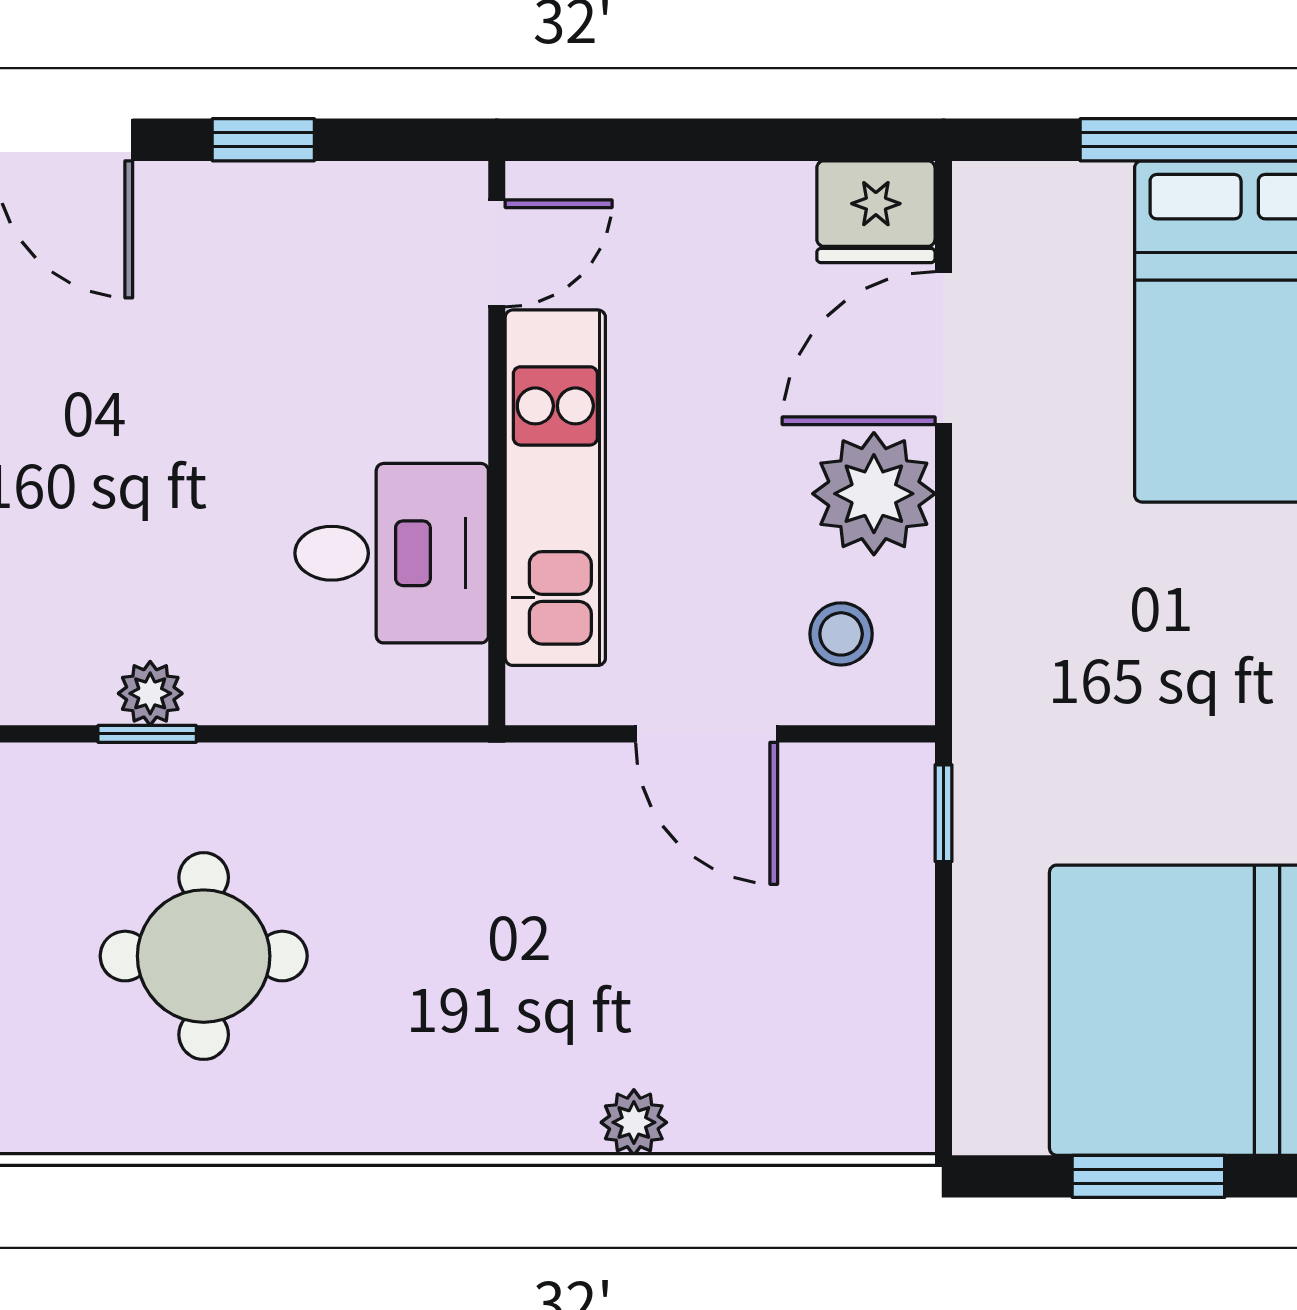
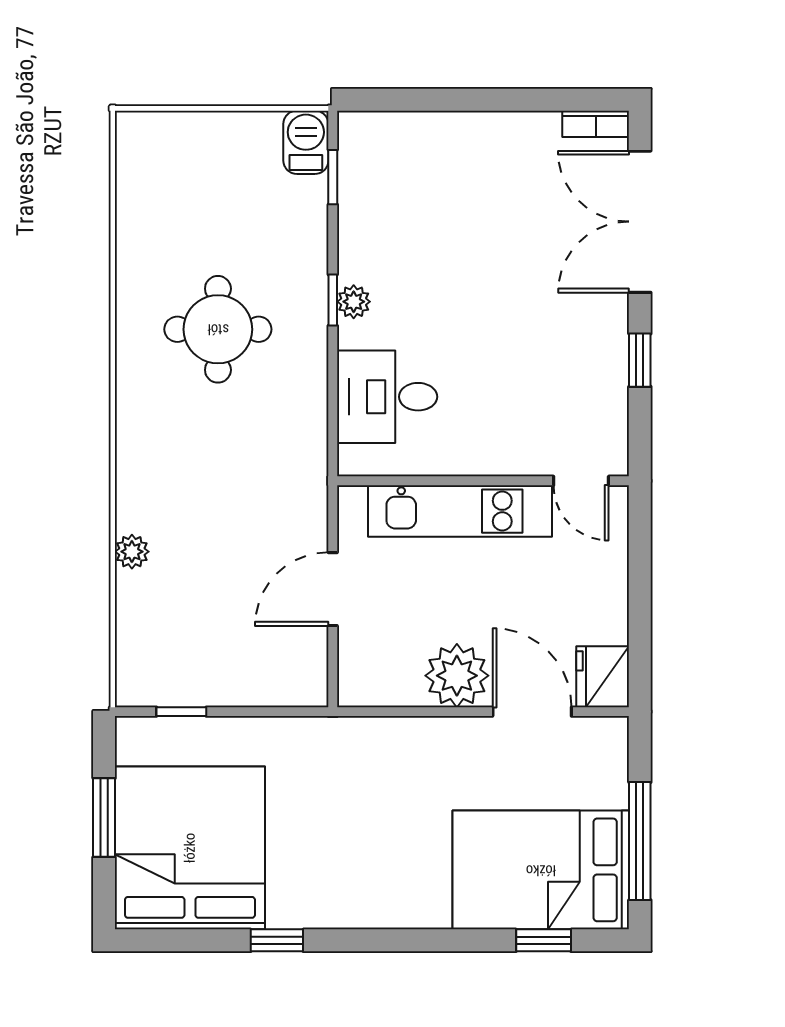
desk: (392, 553) -> (387, 397), moved, turned 90
stool: (841, 634) -> (384, 659), removed
window: (943, 813) -> (181, 712), moved

